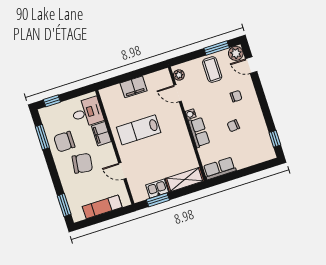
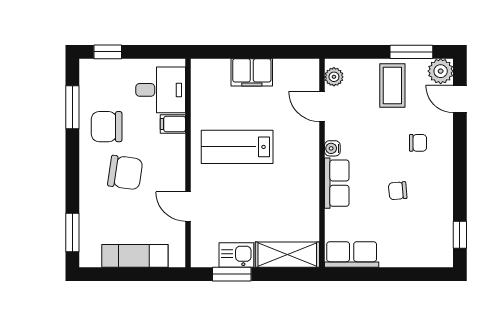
filing cabinet: (101, 134) -> (173, 124), width x0.50

